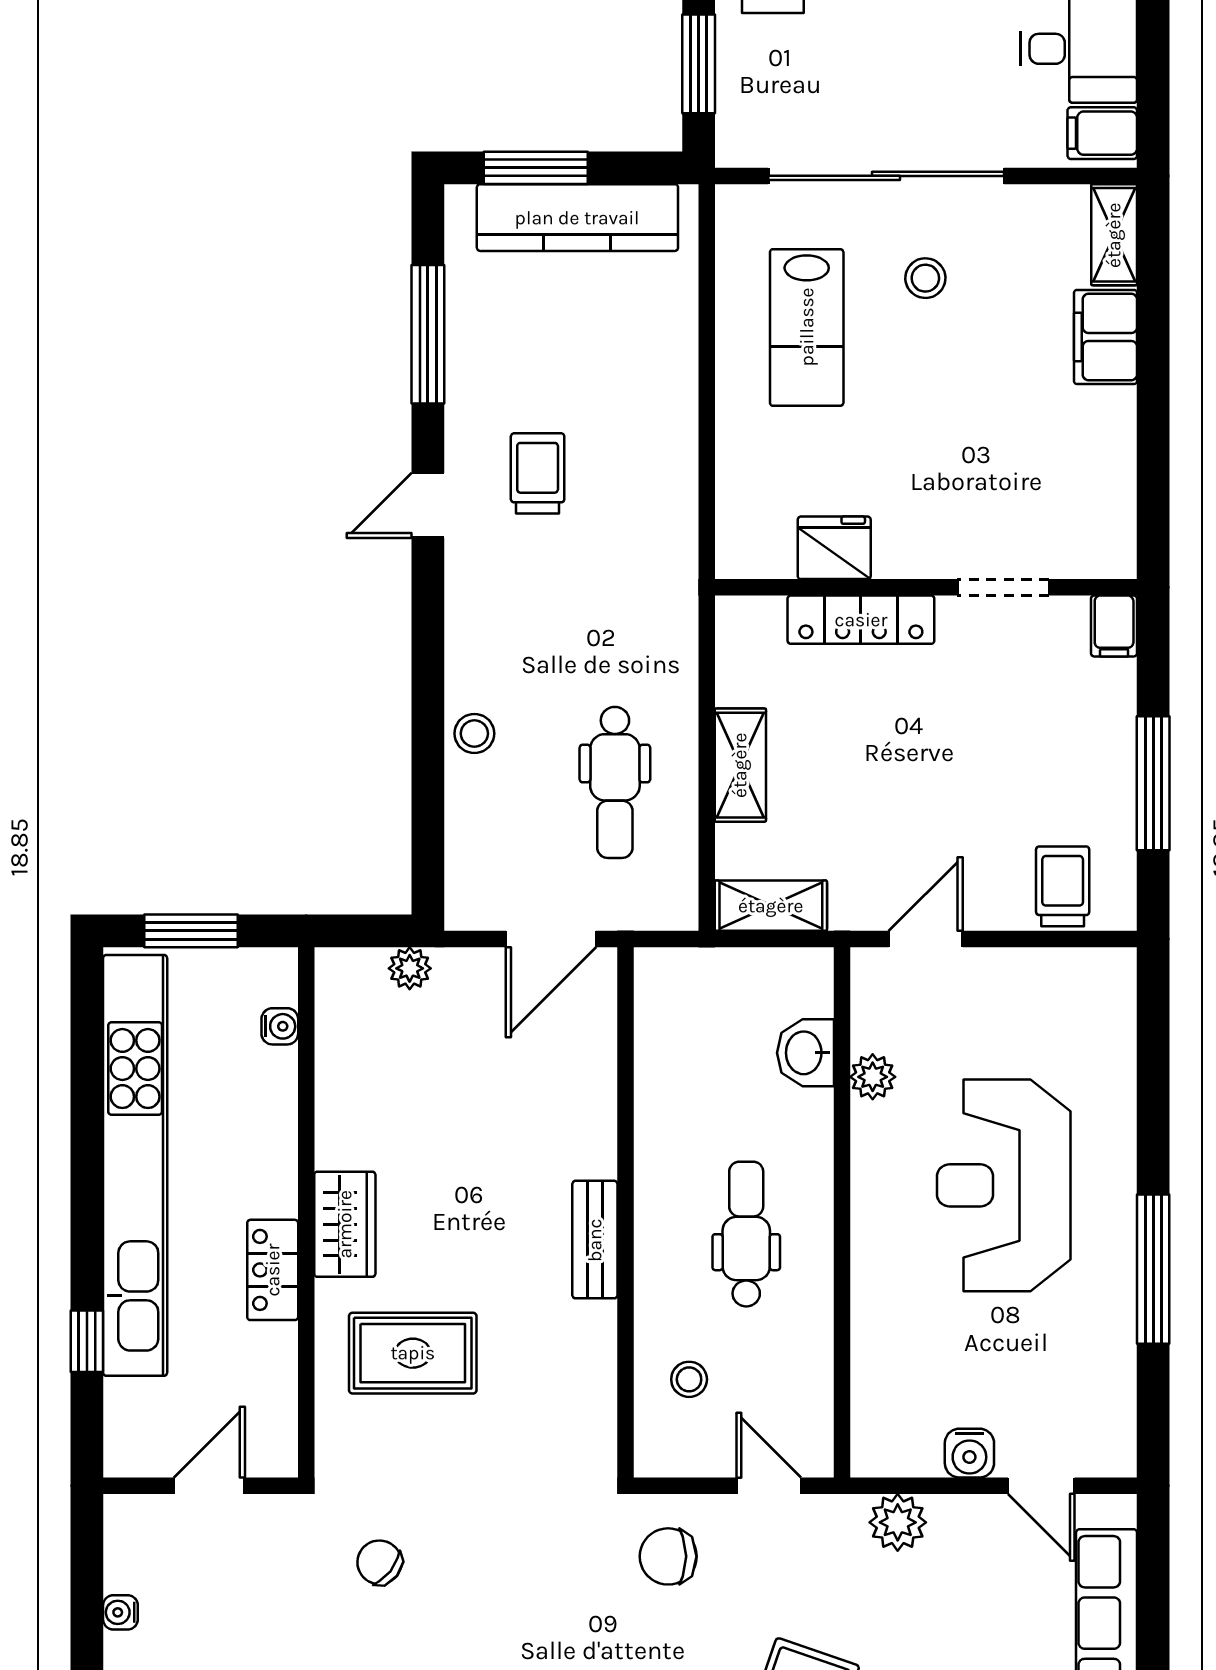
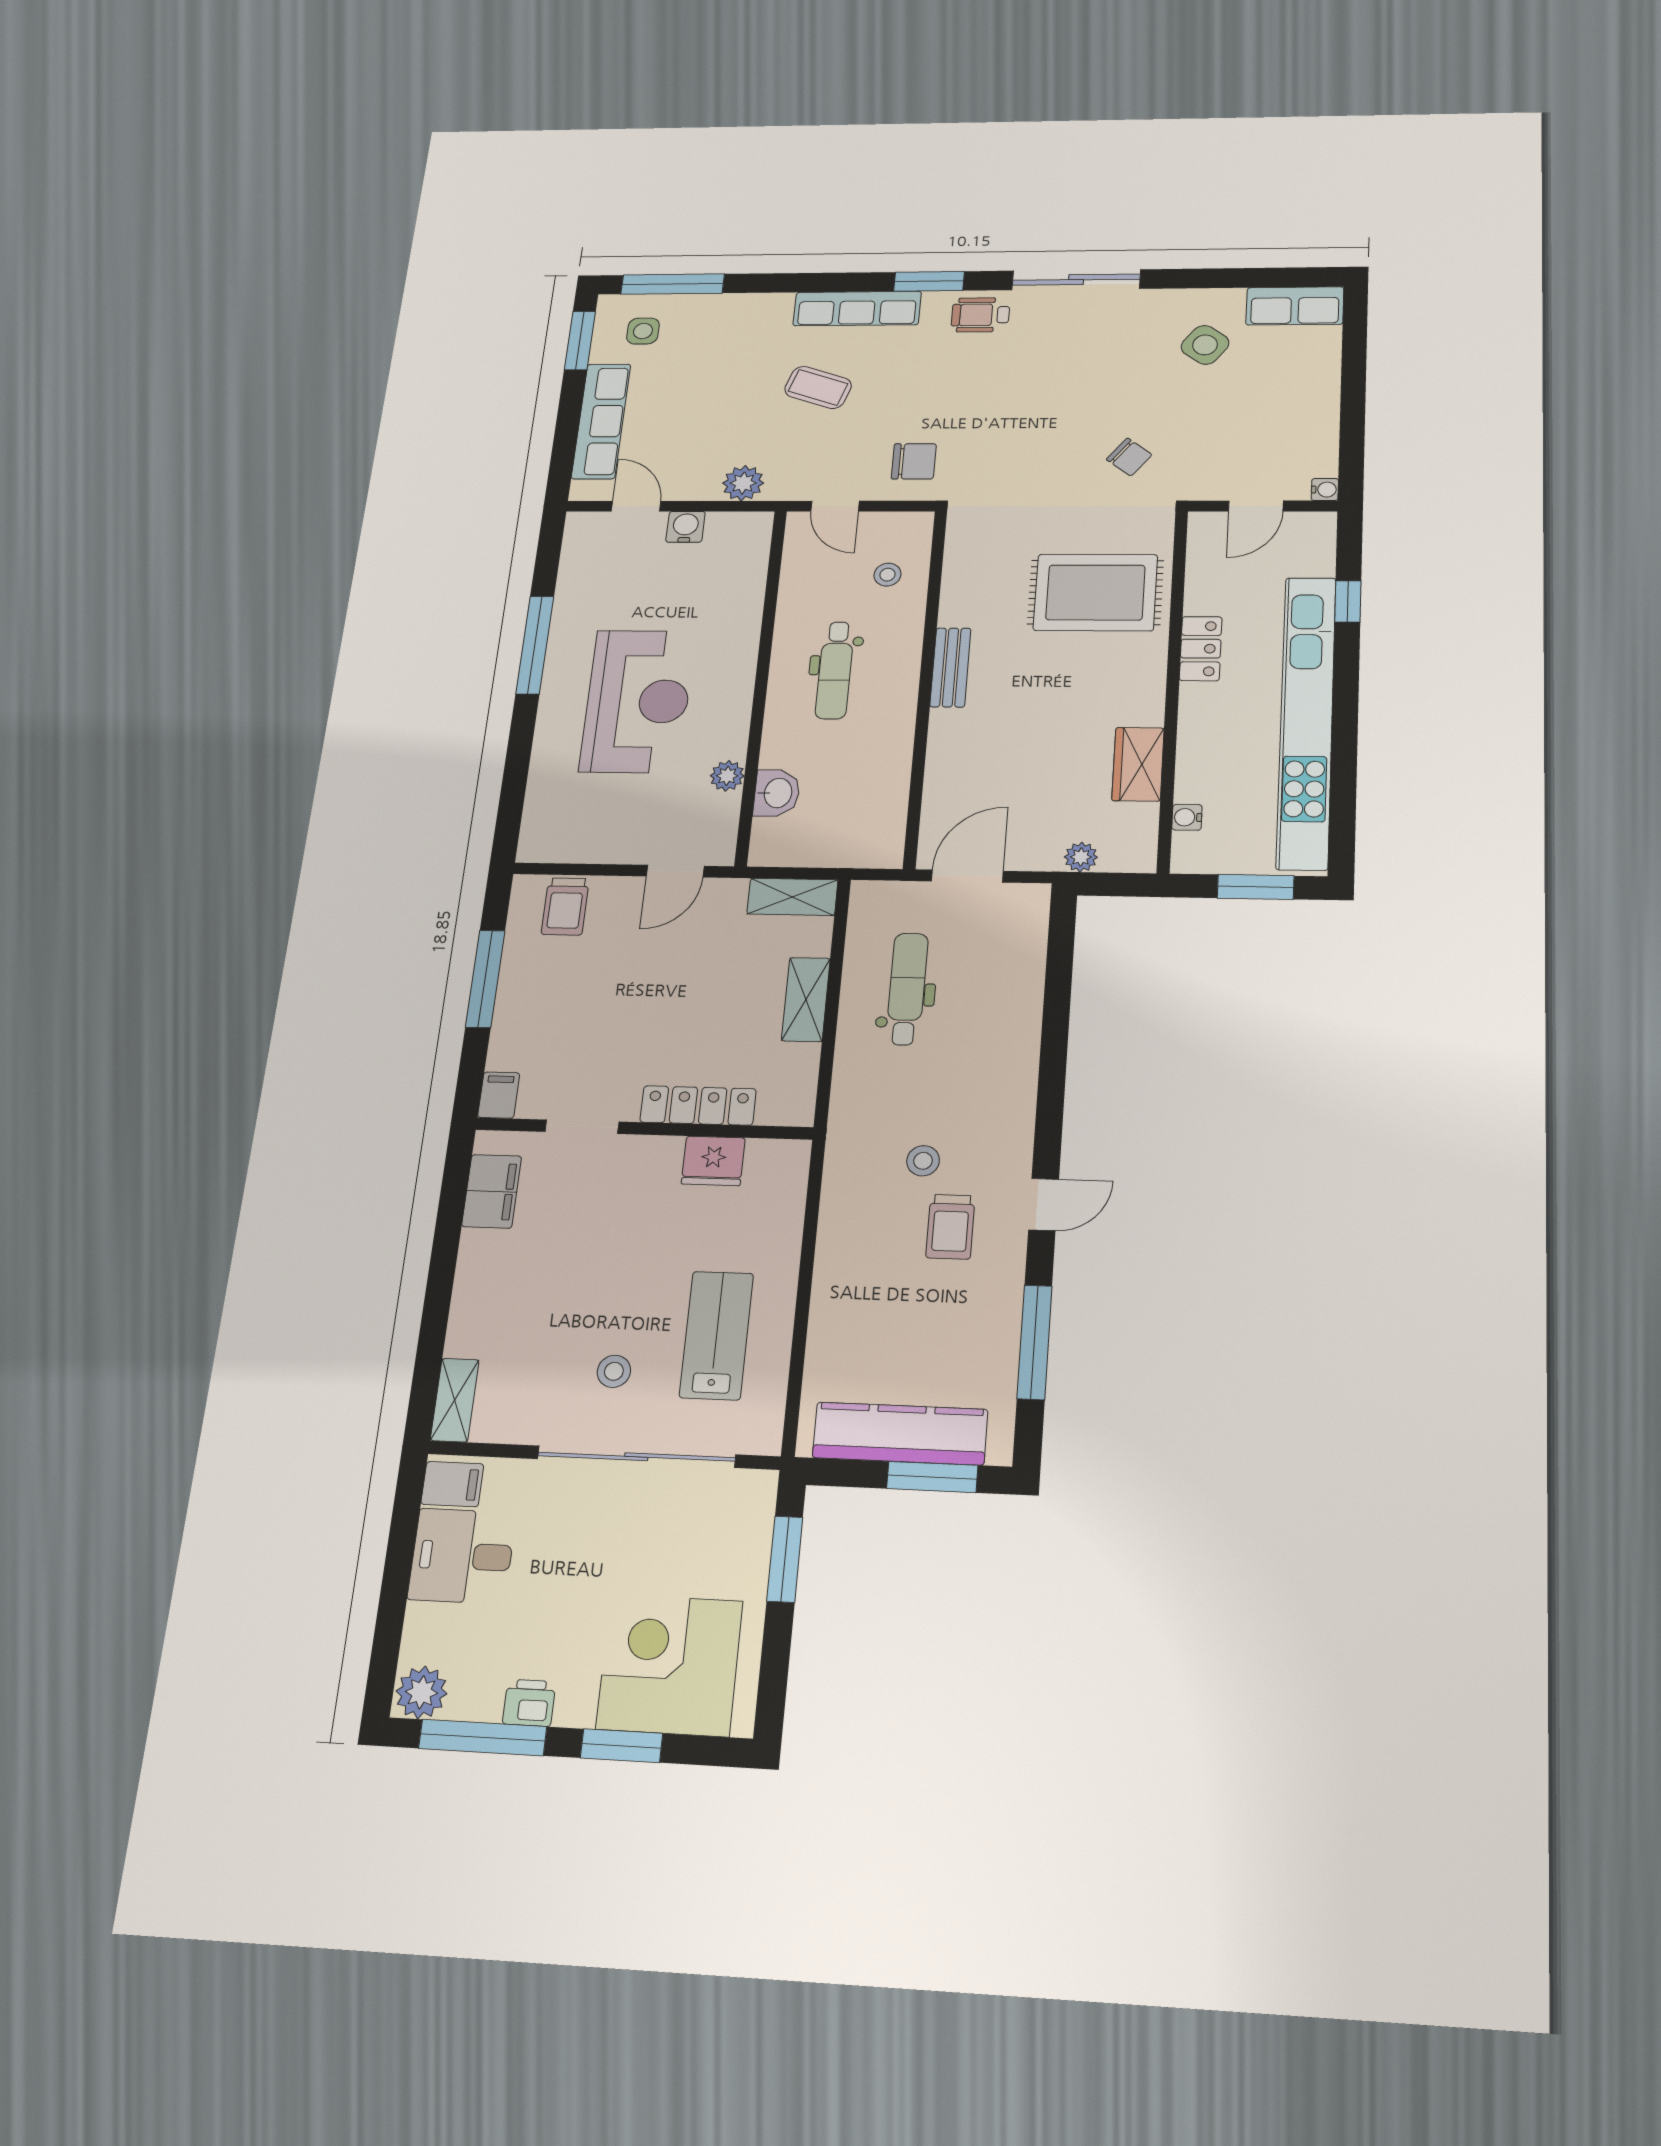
filing cabinet: (1105, 337) -> (492, 1191), moved
stool: (474, 734) -> (923, 1161), moved
wardrobe: (345, 1224) -> (1138, 764), moved
rug: (413, 1353) -> (1095, 593), width x1.36, depth x1.43
water cooler: (120, 1612) -> (1325, 490), moved

